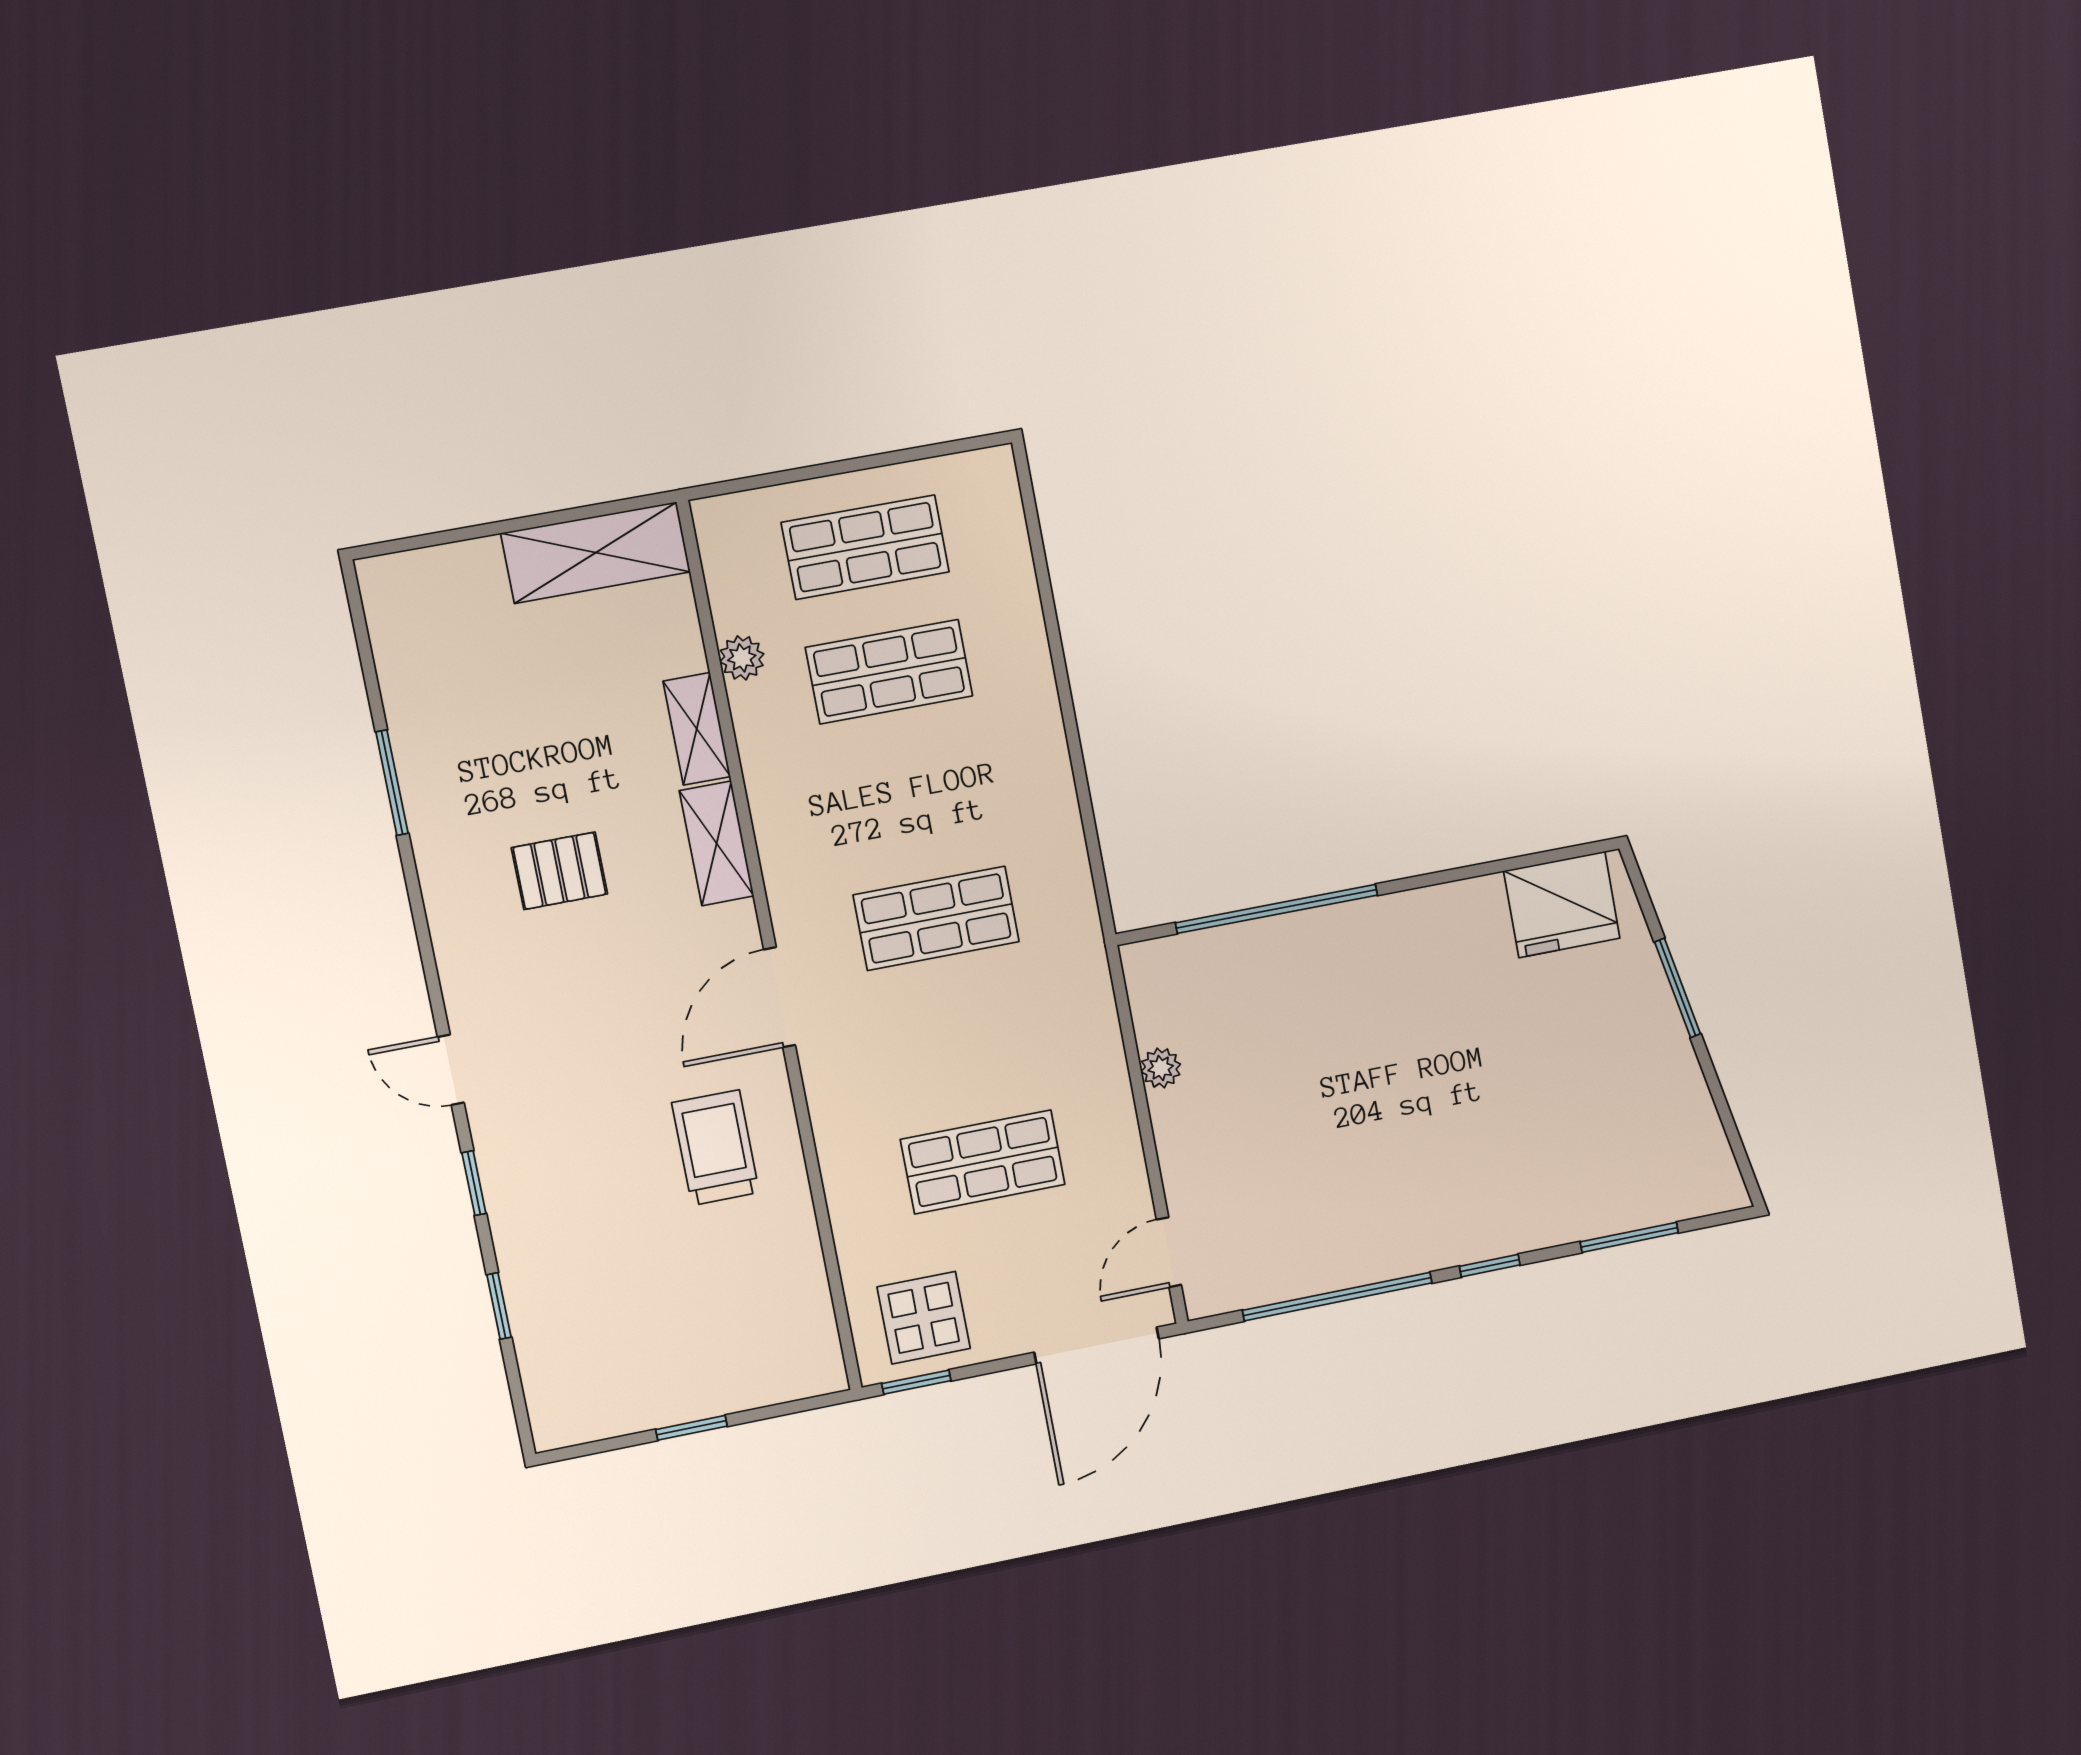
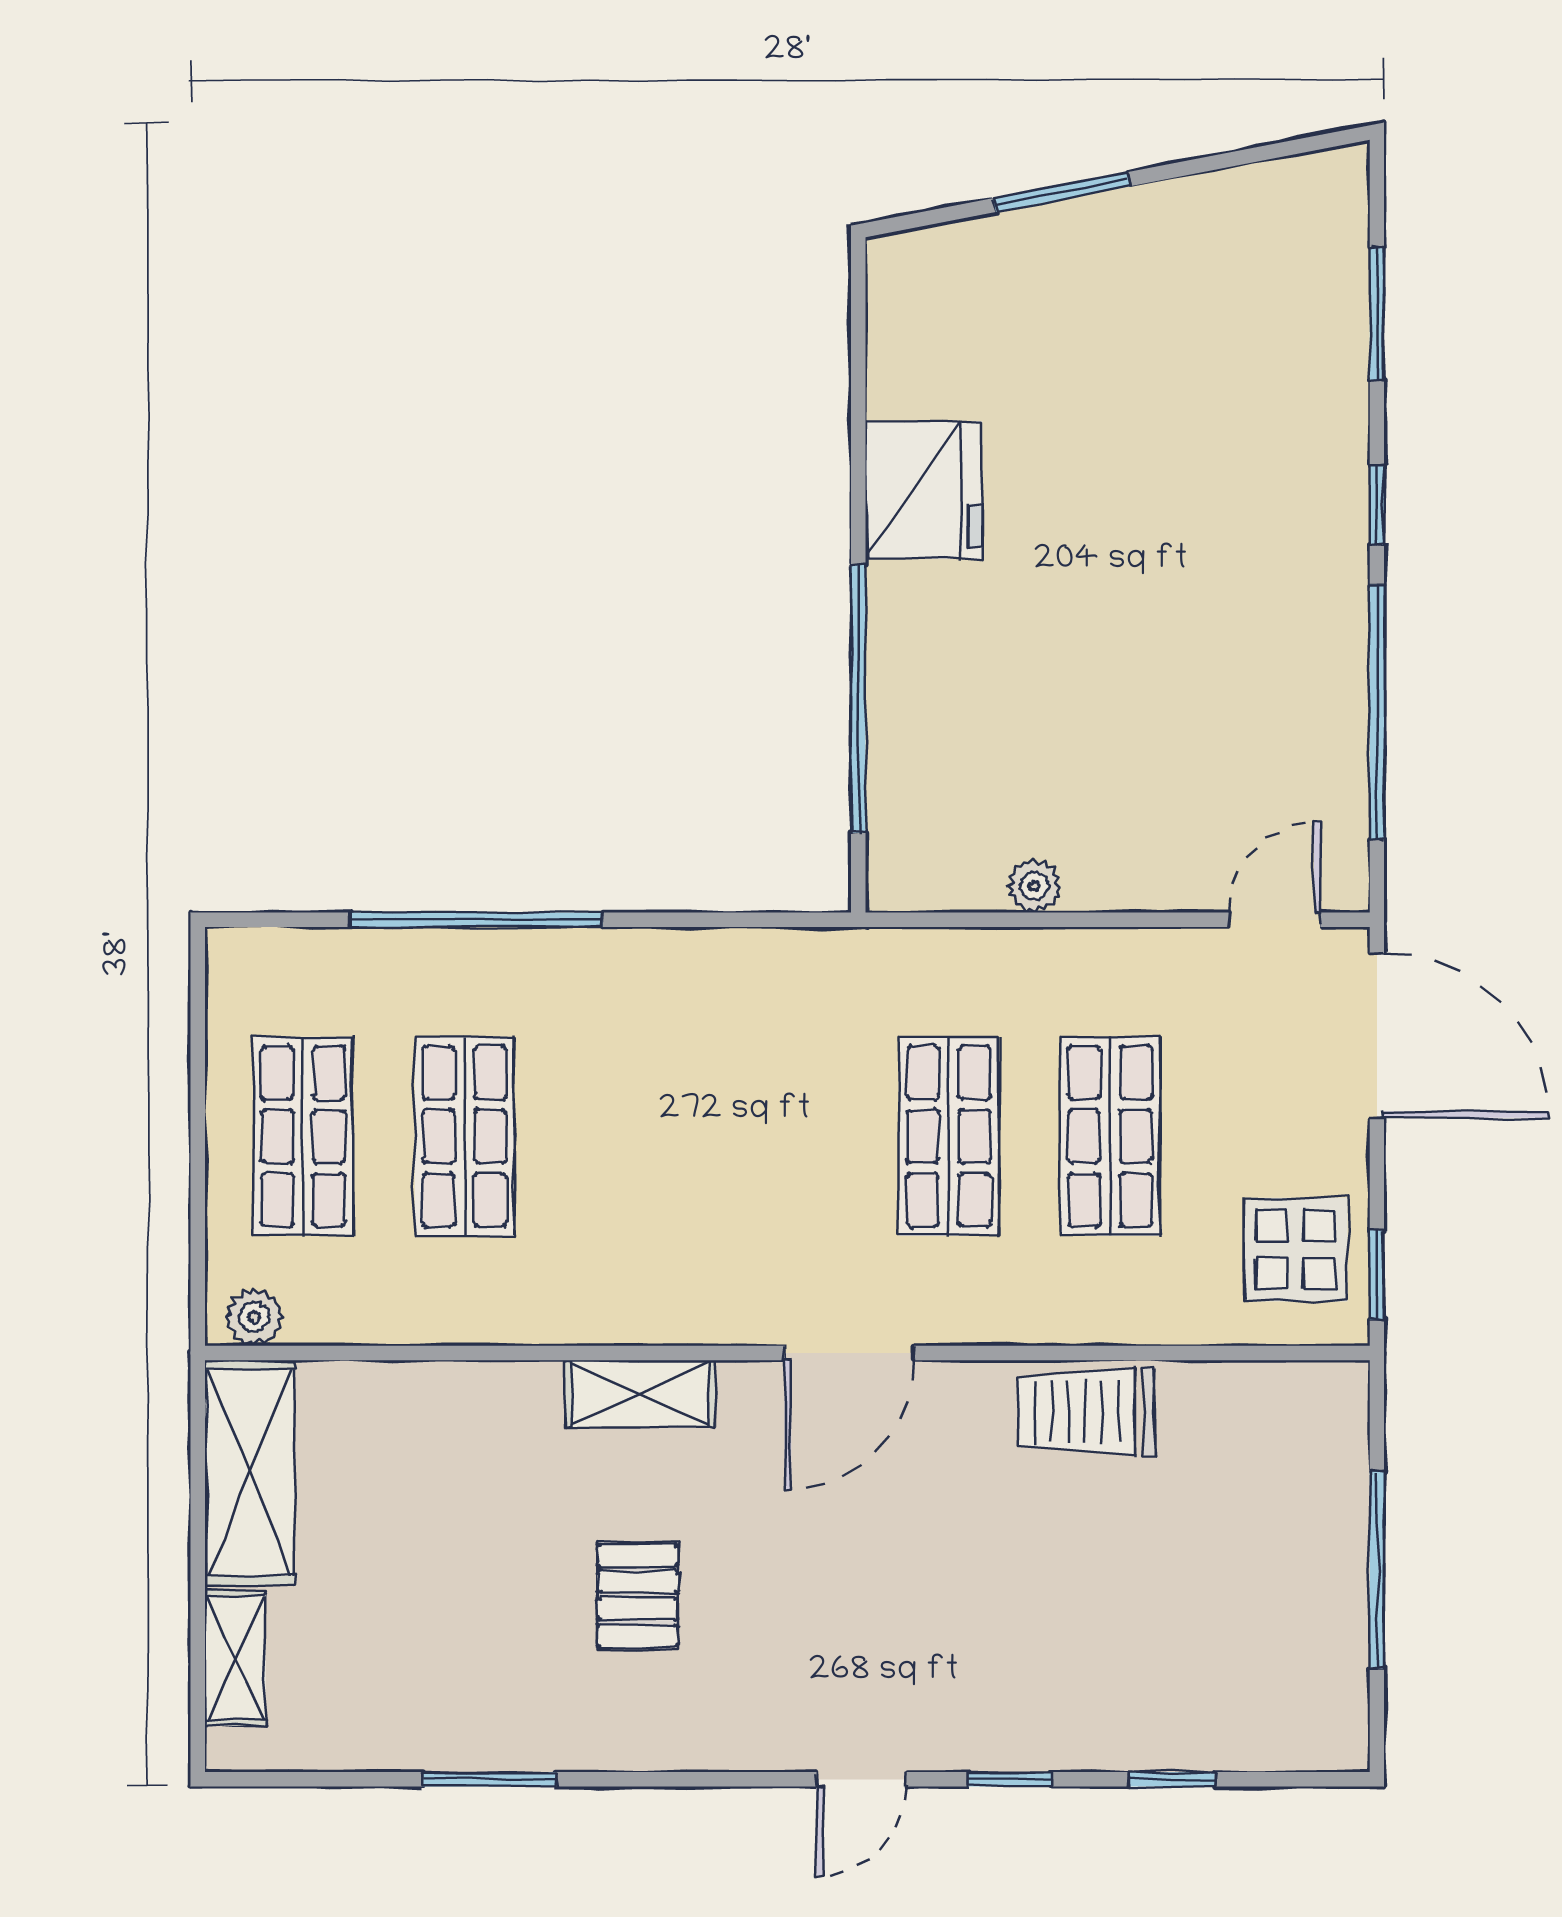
window: (1057, 650) -> (476, 920), added
plant: (742, 658) -> (254, 1317), moved
shelving: (697, 729) -> (235, 1658), moved, turned 90
fridge: (1562, 905) -> (924, 490), moved
shop shelf: (936, 918) -> (949, 1136), moved
door: (779, 997) -> (849, 1353), hinge flipped
trolley: (716, 1148) -> (1086, 1412), moved
door: (1169, 1252) -> (1275, 920), swing flipped
window: (691, 1428) -> (1377, 1570), width x2.17

